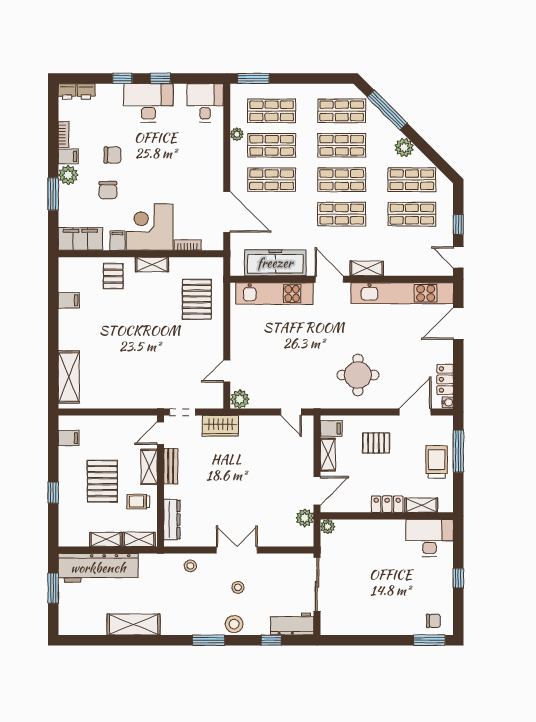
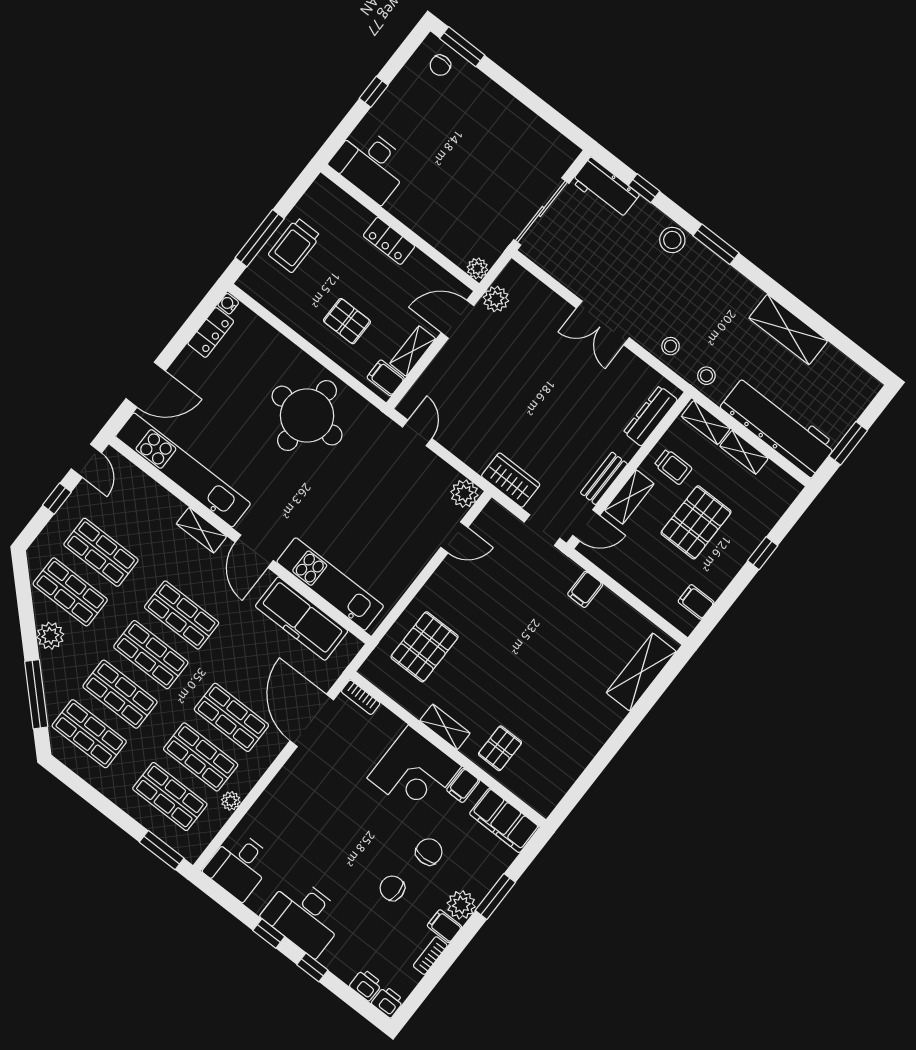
bookcase: (187, 245) -> (361, 697), moved
filing cabinet: (69, 300) -> (585, 589), moved, turned -90
round table: (358, 375) -> (307, 416), width x1.36, depth x1.36
door: (415, 412) -> (274, 322), removed
shelving: (421, 505) -> (351, 209), removed
stool: (238, 587) -> (706, 376), moved
chair: (433, 621) -> (440, 65), turned -90

